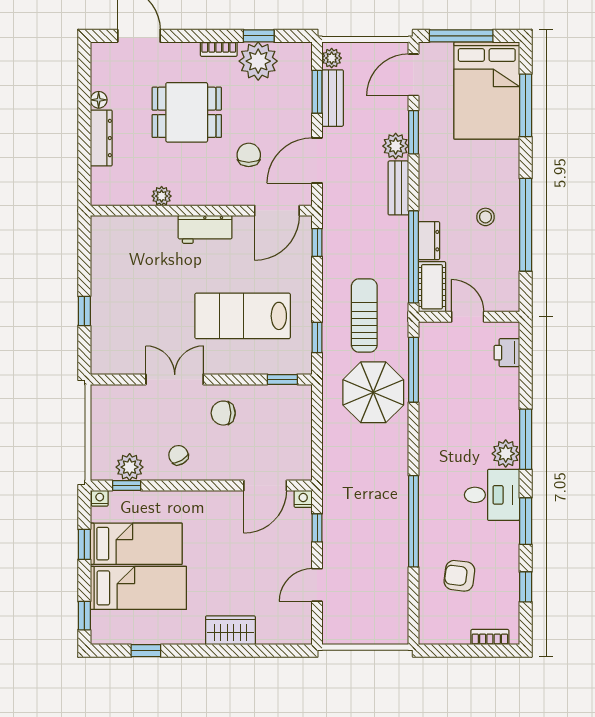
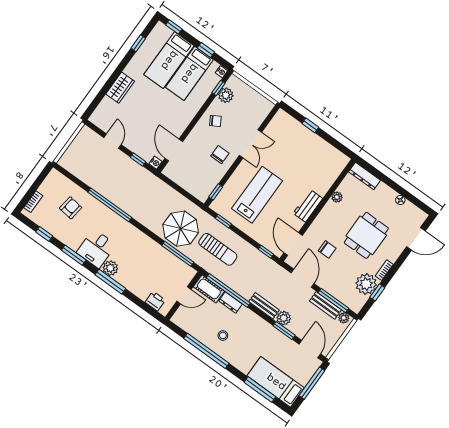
bed: (487, 90) -> (276, 382), width x0.67
window: (317, 92) -> (333, 300), width x1.44
dresser: (101, 138) -> (365, 176), moved

